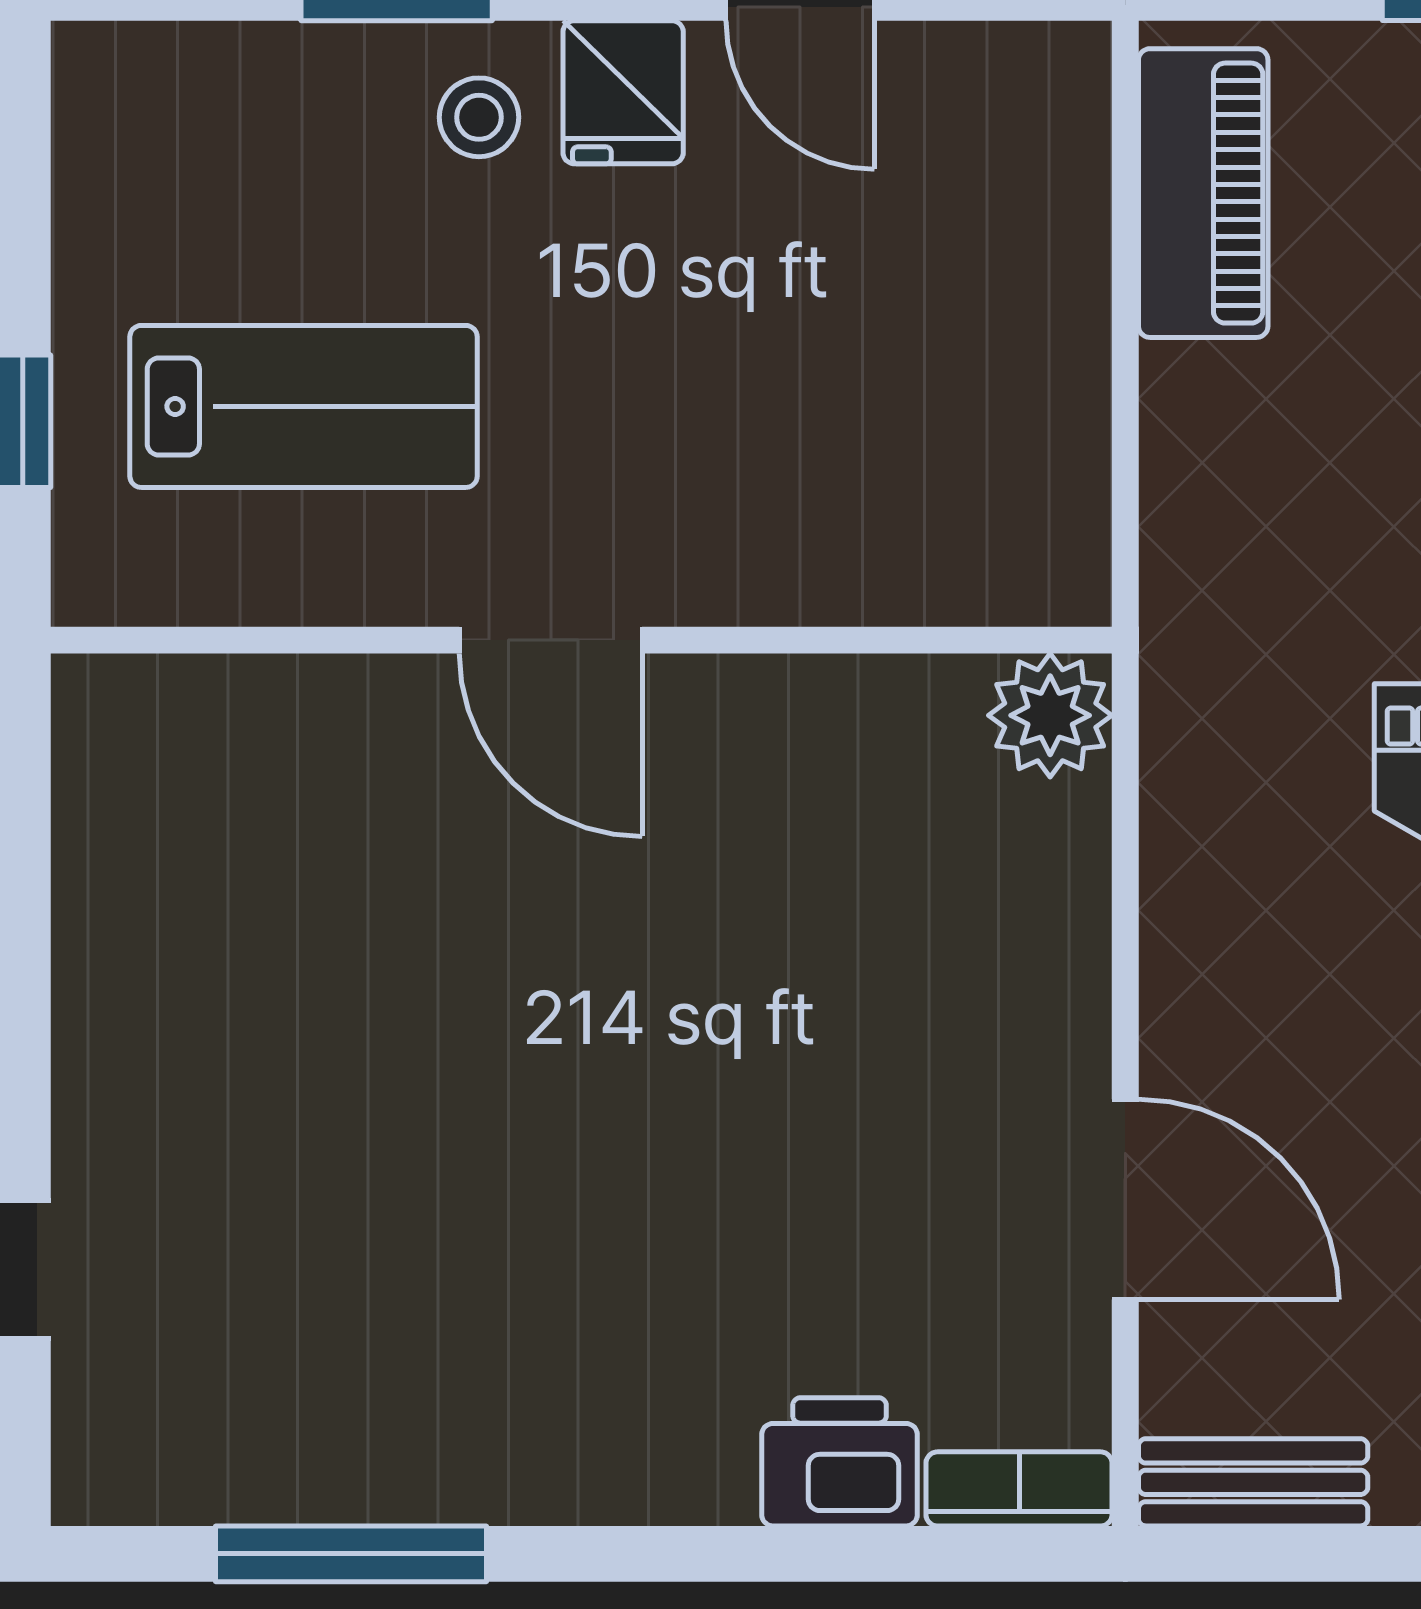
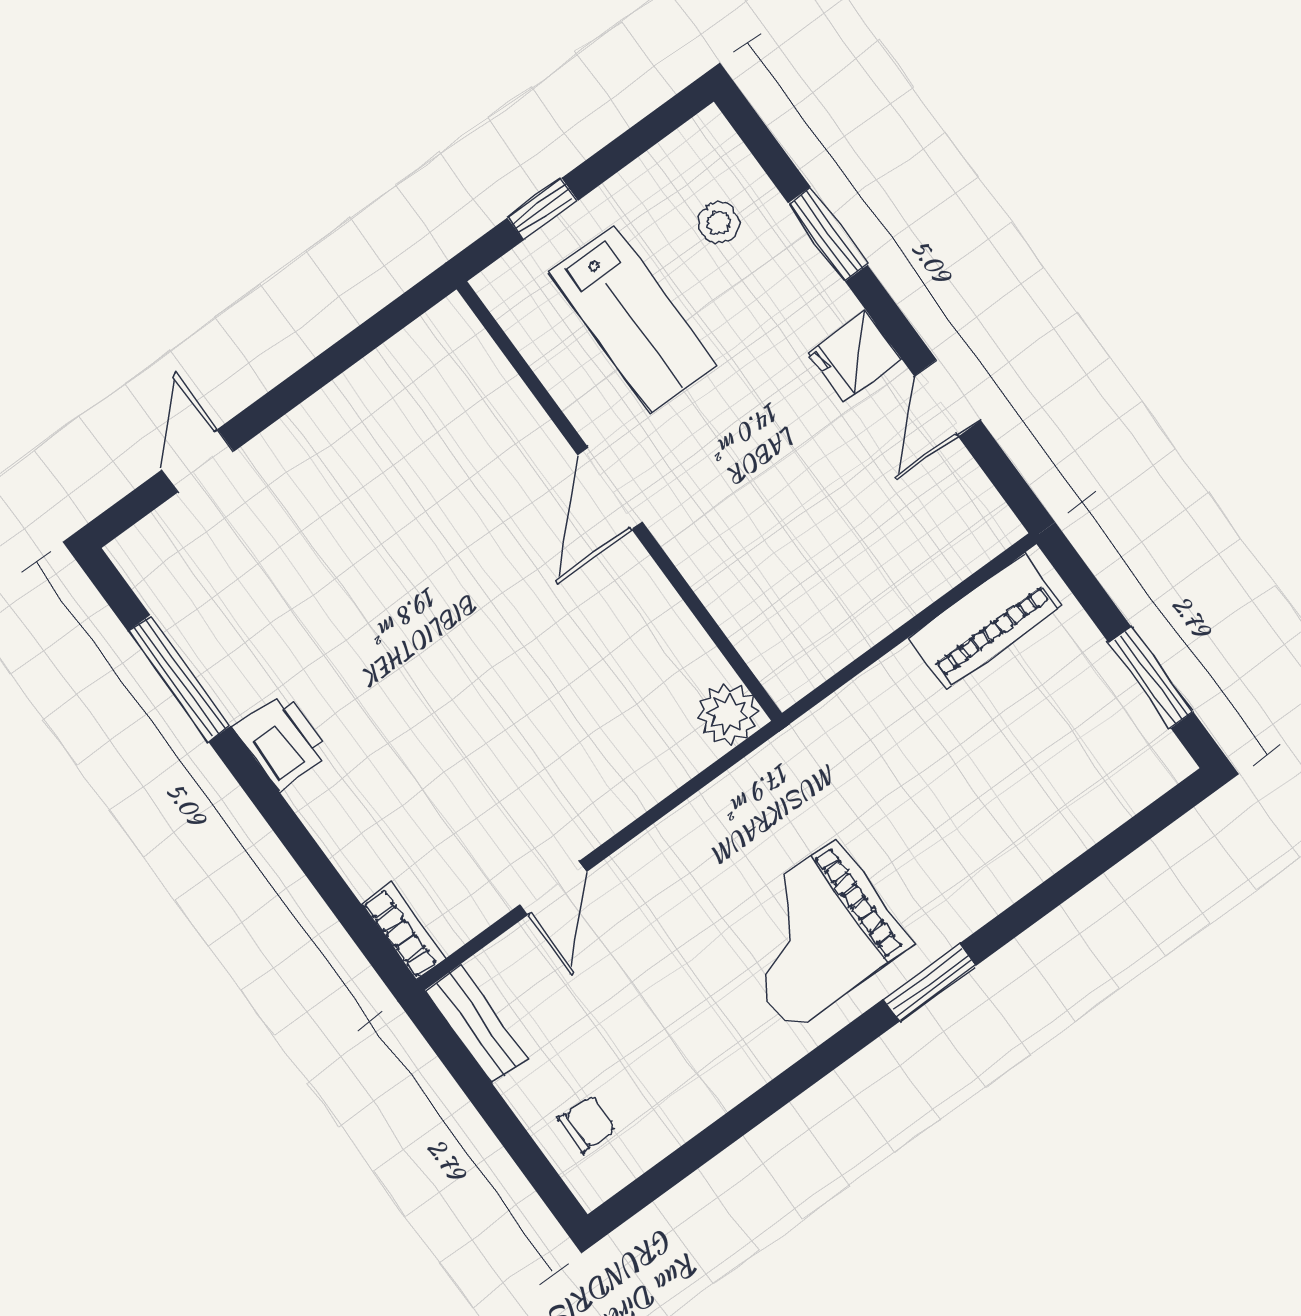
stool: (479, 117) -> (719, 222), moved
door: (1125, 1199) -> (553, 888), width x0.73
printer: (840, 1462) -> (282, 741), moved

